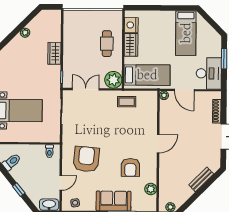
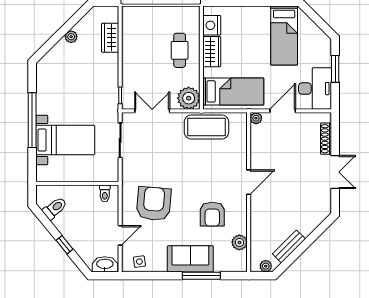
wardrobe: (54, 53) -> (110, 38), moved
door: (184, 90) -> (283, 111), swing flipped
coffee table: (127, 102) -> (206, 127), width x1.86, depth x1.72
bench: (201, 179) -> (289, 246), moved

